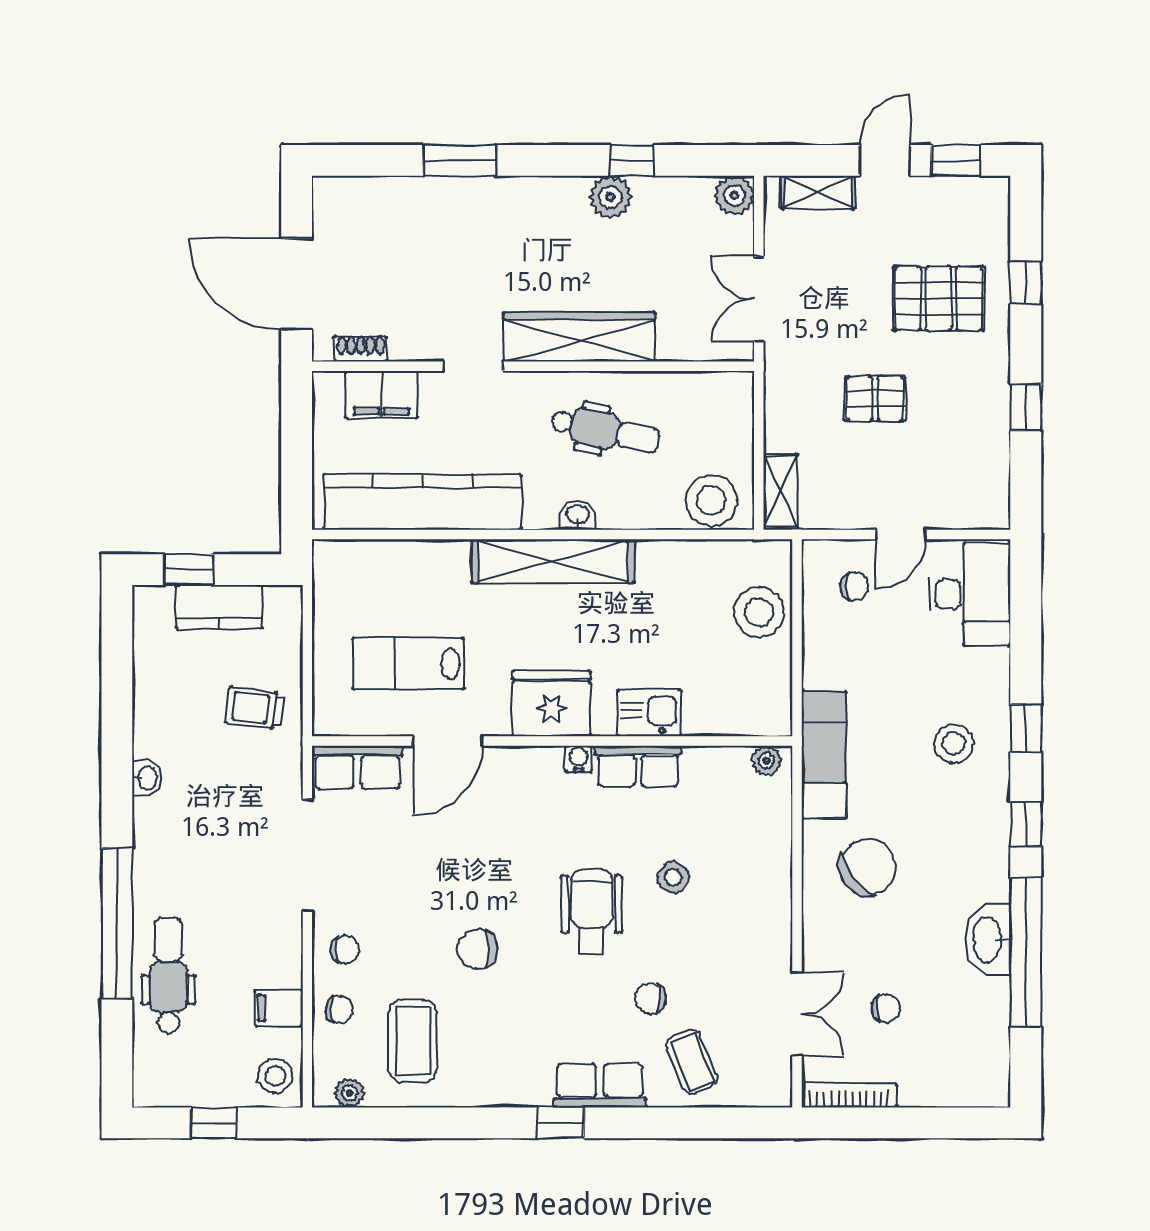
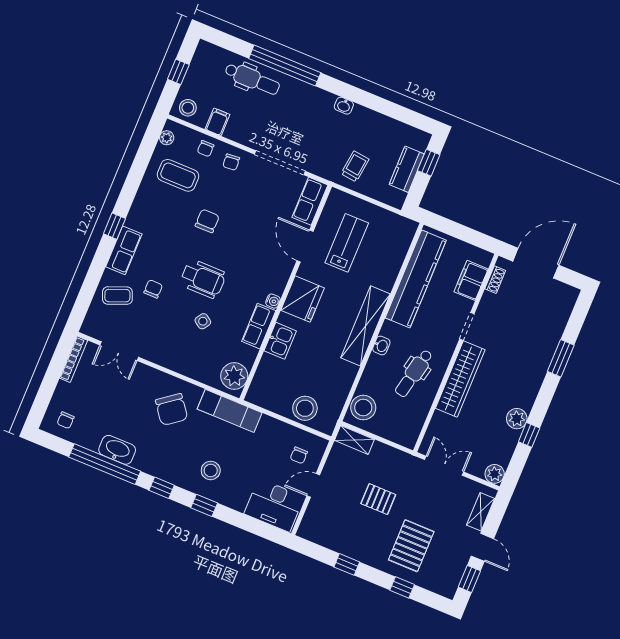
pallet: (875, 399) -> (378, 499), turned 90
door: (901, 534) -> (313, 485), hinge flipped
plant: (766, 761) -> (234, 376), width x1.88, depth x1.88
chair: (886, 1008) -> (66, 420), moved

